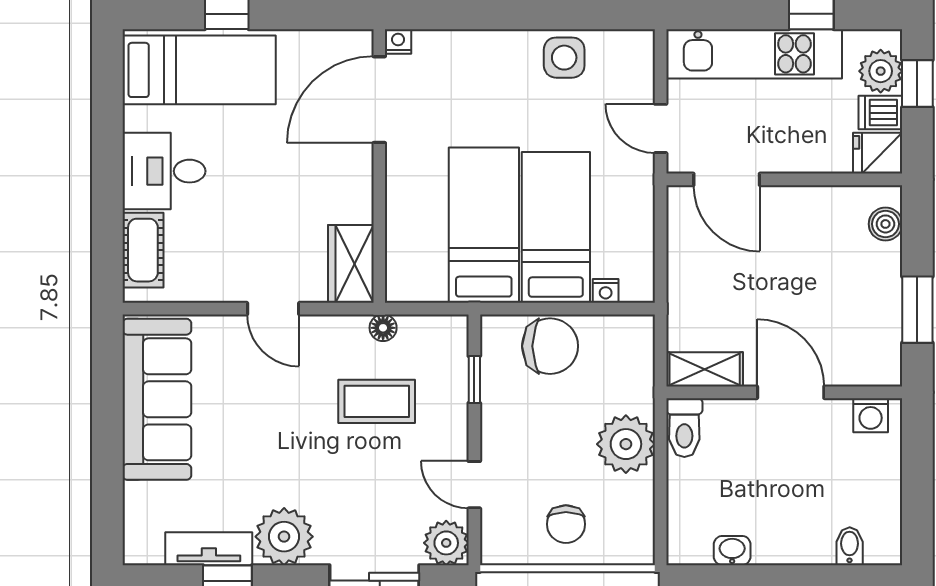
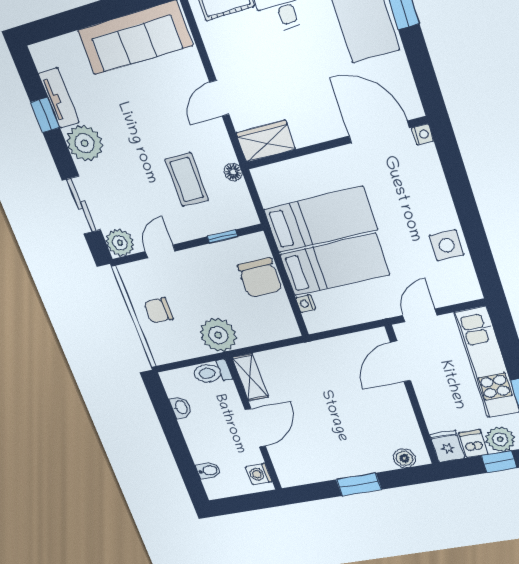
shelving: (705, 369) -> (250, 377), moved
wall: (784, 392) -> (254, 424), moved
door: (791, 392) -> (255, 428), moved
washing machine: (871, 415) -> (259, 474), moved
toilet: (684, 428) -> (212, 372), moved

